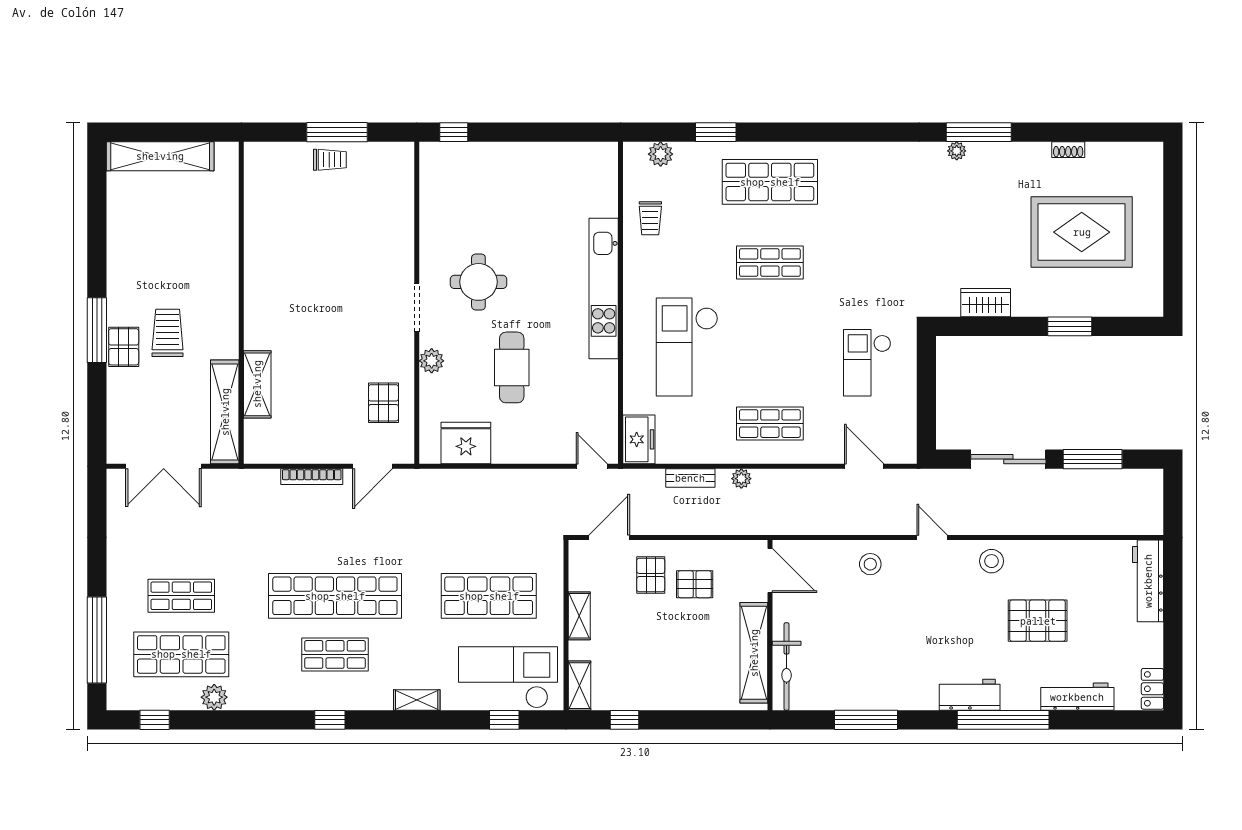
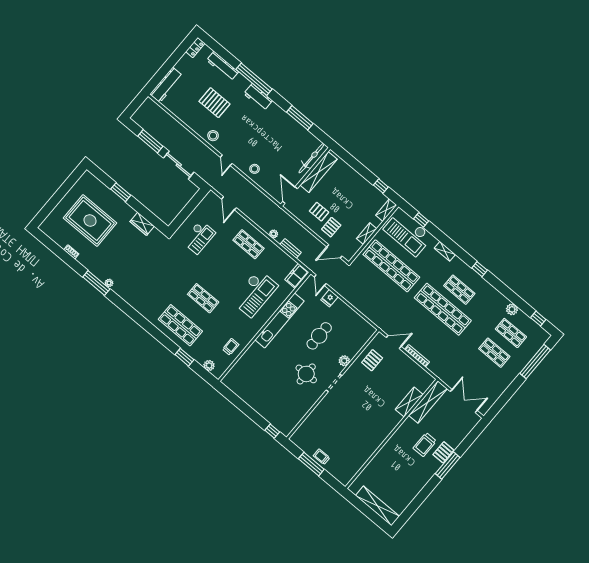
kitchen unit: (604, 288) -> (279, 320), moved
fridge: (466, 443) -> (329, 298), moved, width x0.53, depth x0.75
shop shelf: (489, 596) -> (391, 266), width x1.40
shop shelf: (181, 654) -> (511, 333), width x0.70, depth x0.74

